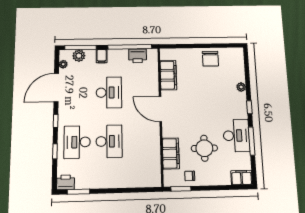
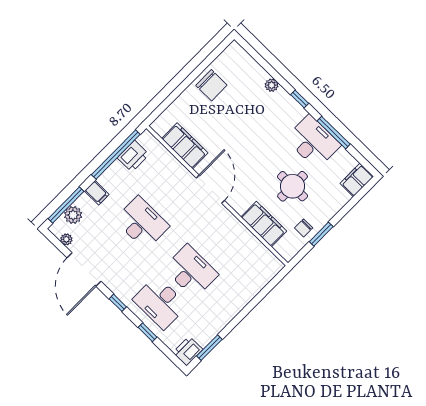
door: (160, 109) -> (210, 189), swing flipped
window: (181, 189) -> (321, 234), moved

